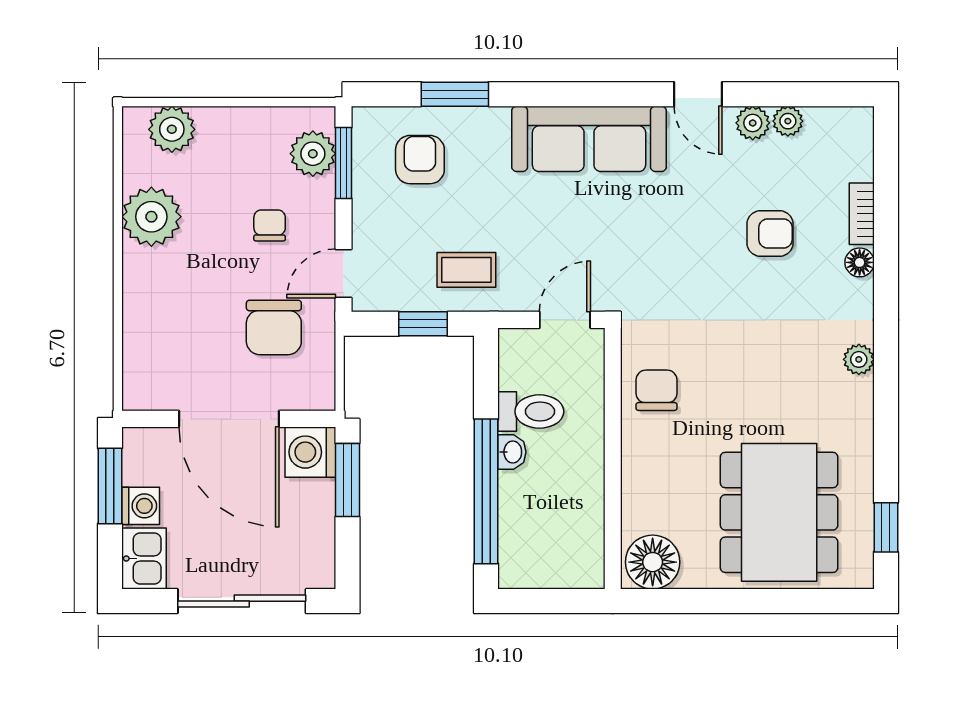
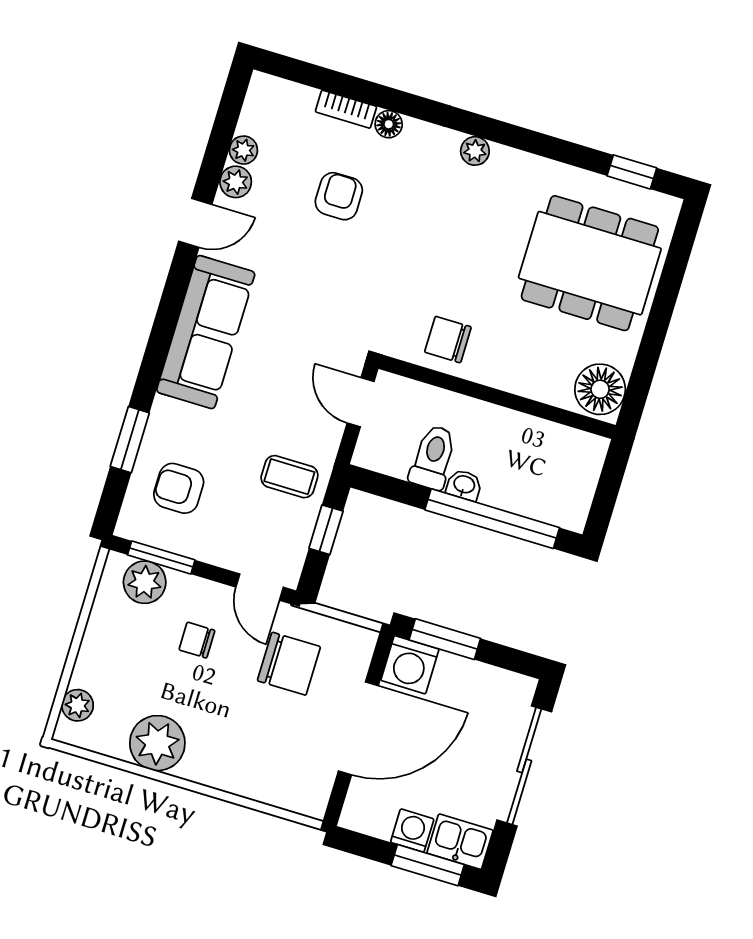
plant: (172, 129) -> (78, 705), width x0.73, depth x0.73
coffee table: (466, 270) -> (289, 477), turned 90
window: (110, 486) -> (428, 865), moved

